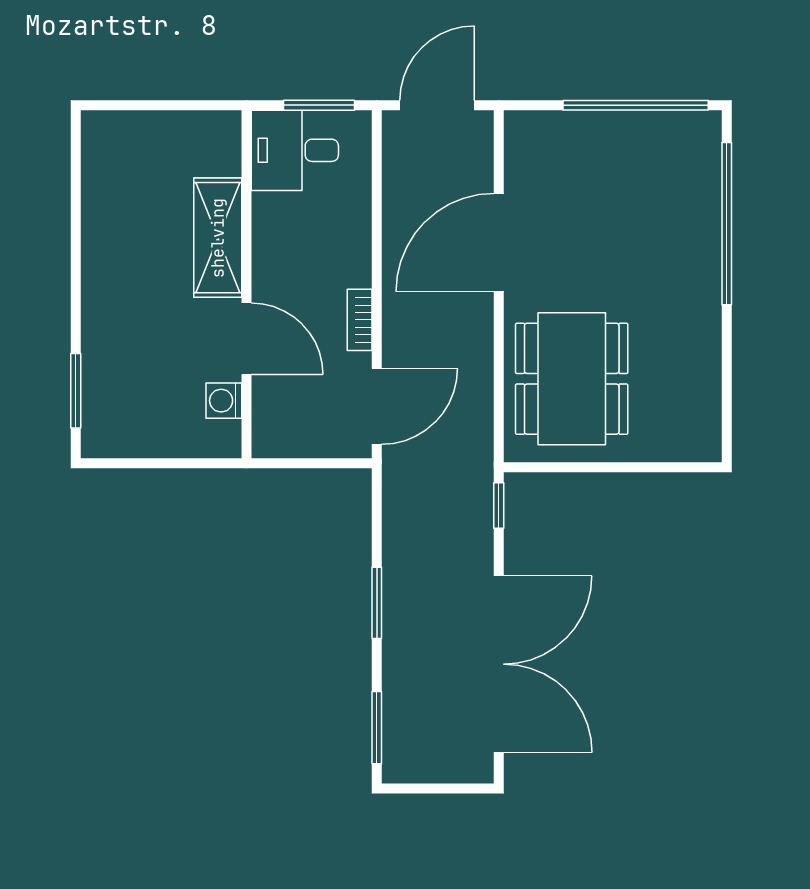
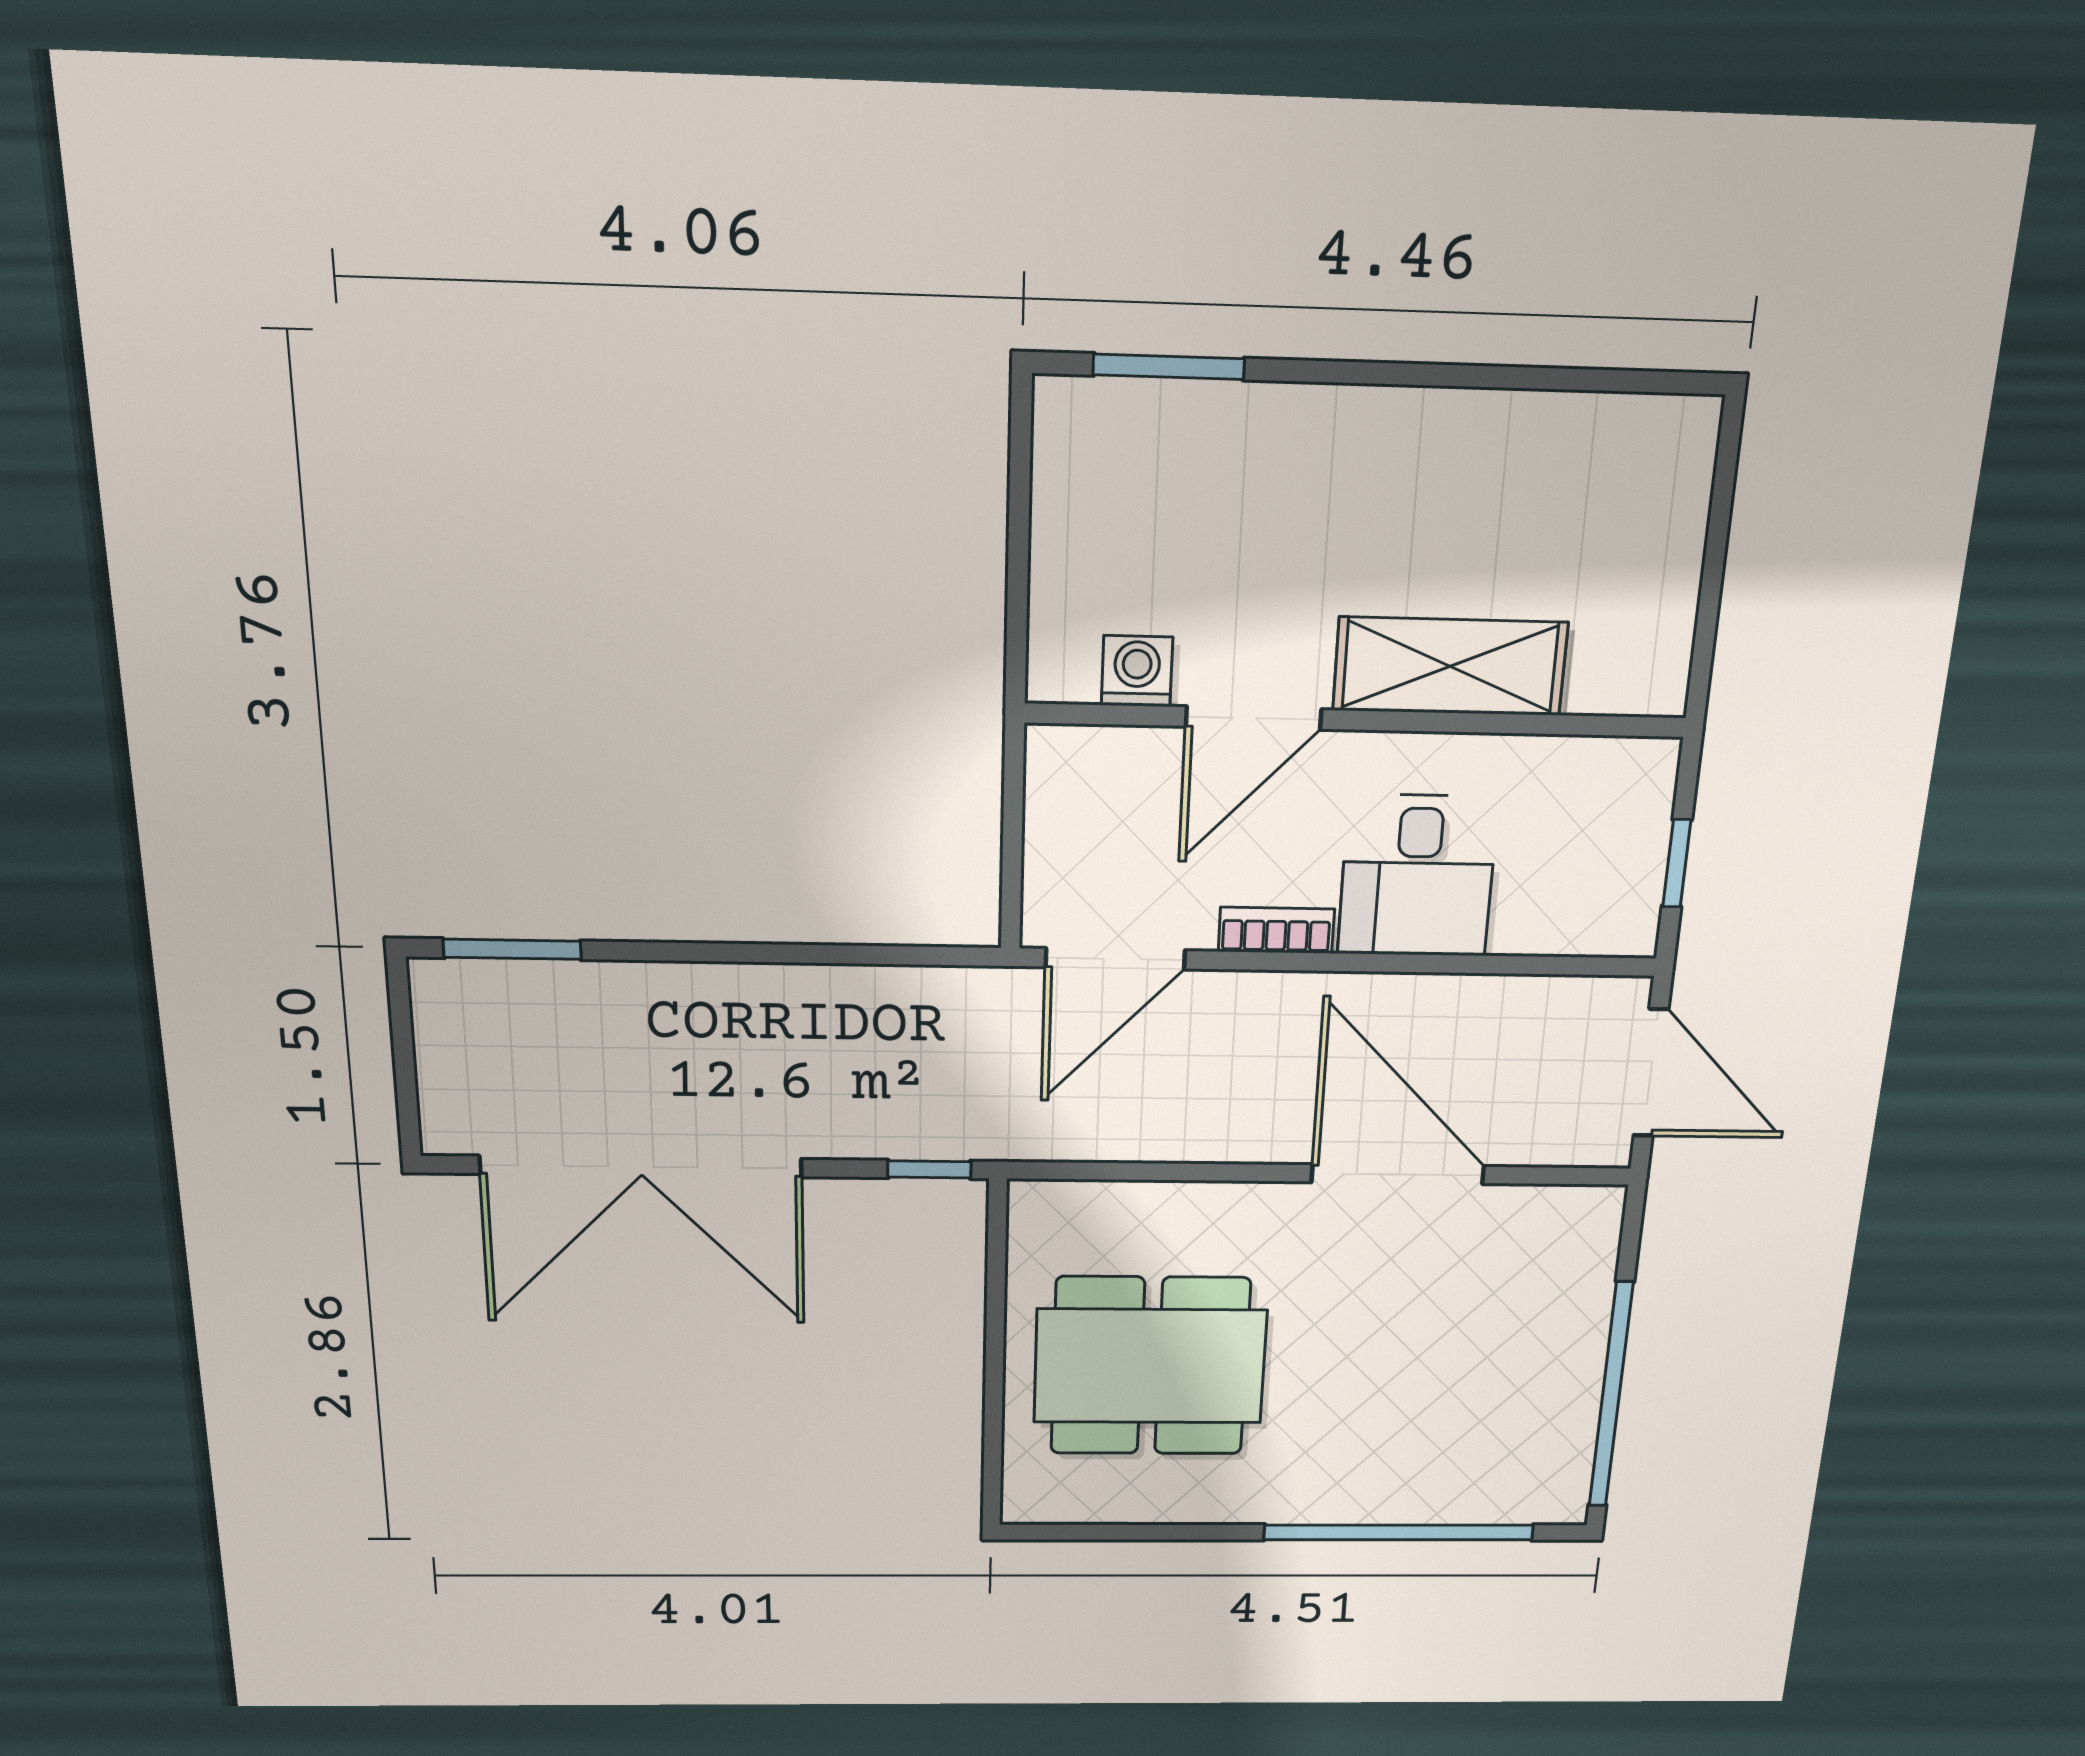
window: (319, 105) -> (1677, 863), width x0.67
desk: (295, 150) -> (1417, 876), moved, turned 180
dining table: (572, 379) -> (1150, 1366), moved
door: (377, 406) -> (1115, 959), hinge flipped
window: (377, 603) -> (748, 953), removed

